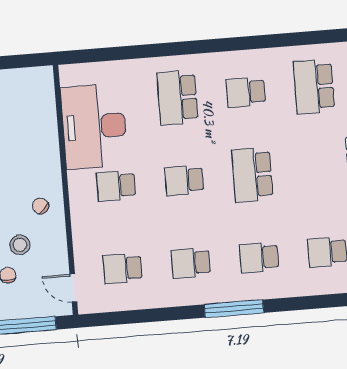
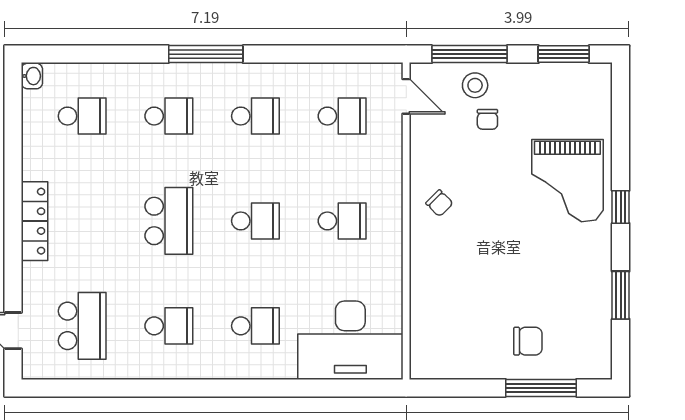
school desk: (178, 98) -> (255, 326), width x0.54
desk: (94, 126) -> (350, 340), moved, turned 90
stool: (20, 245) -> (475, 85), moved

